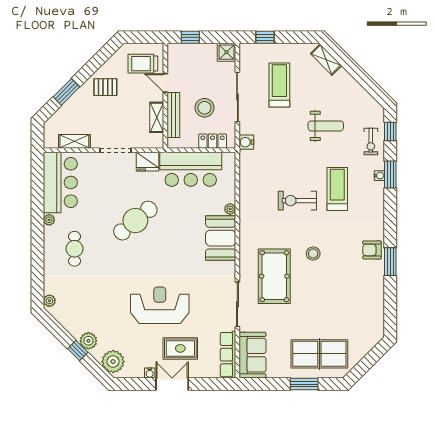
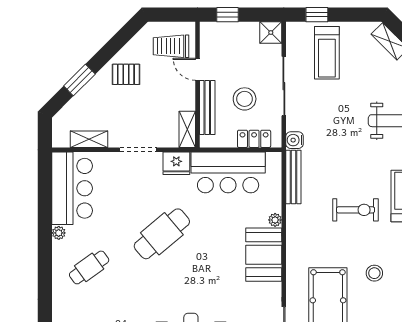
treadmill: (279, 85) -> (327, 53), moved, turned 180
shelving: (157, 117) -> (187, 129), moved
bench: (245, 173) -> (293, 177), added
exercise bike: (297, 201) -> (355, 210), turned 180
cafe table: (74, 249) -> (89, 267), turned 54

